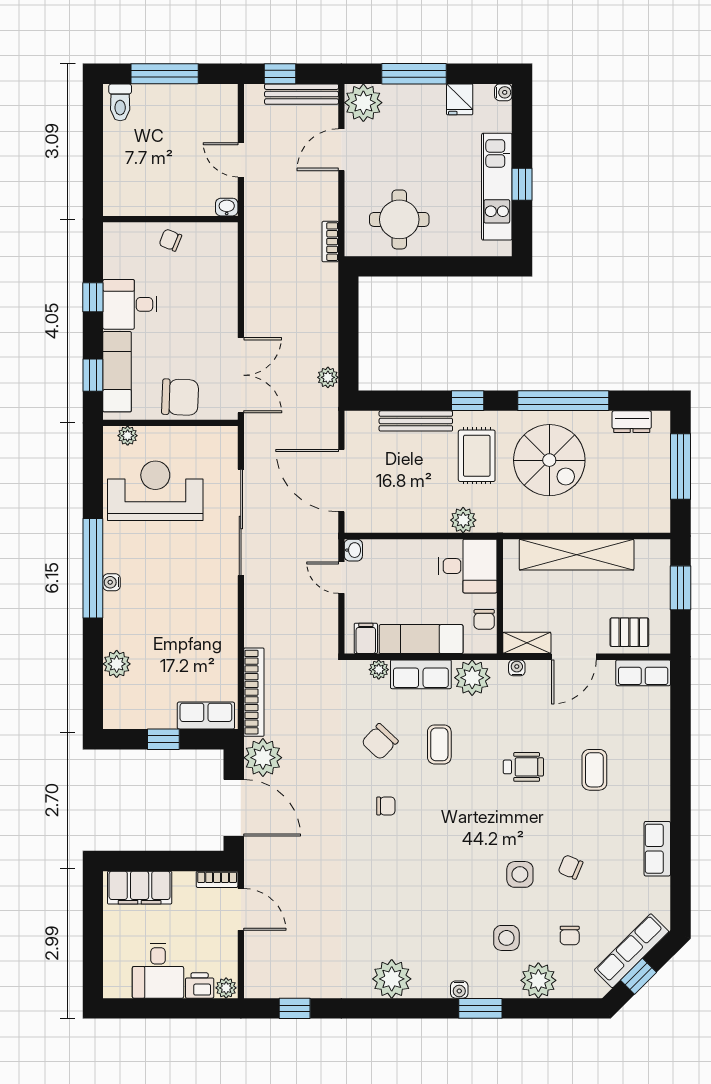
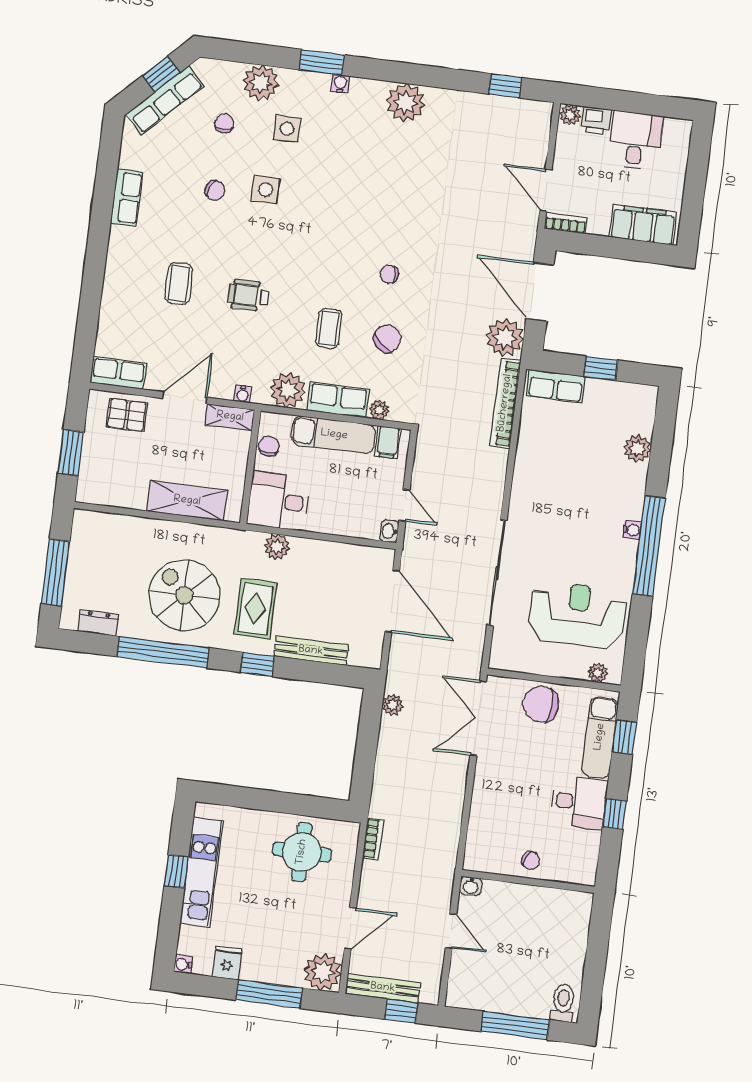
reception desk: (155, 491) -> (577, 615), turned 180
shelving: (577, 555) -> (187, 501), width x0.68

